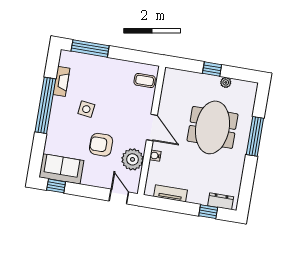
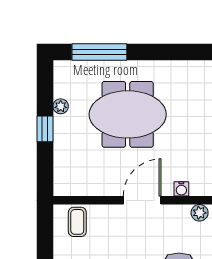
window: (255, 136) -> (99, 52), moved
plant: (133, 159) -> (200, 213), width x0.53, depth x0.53

